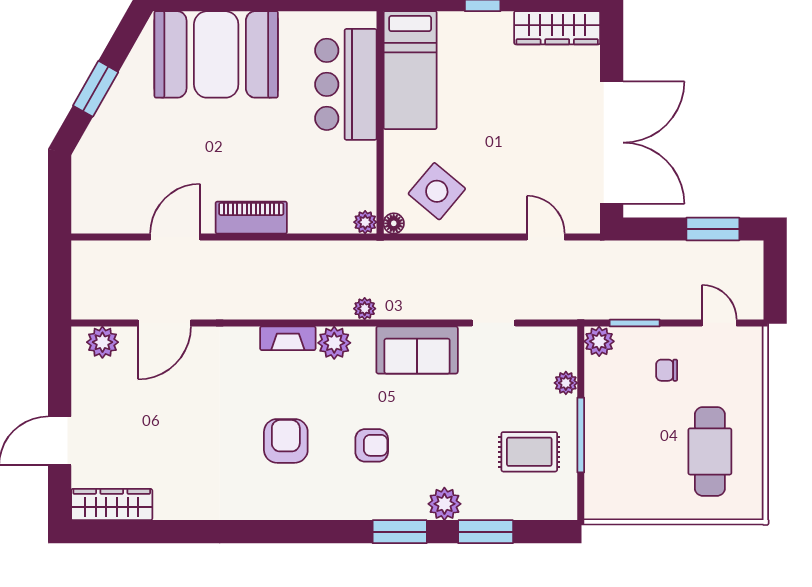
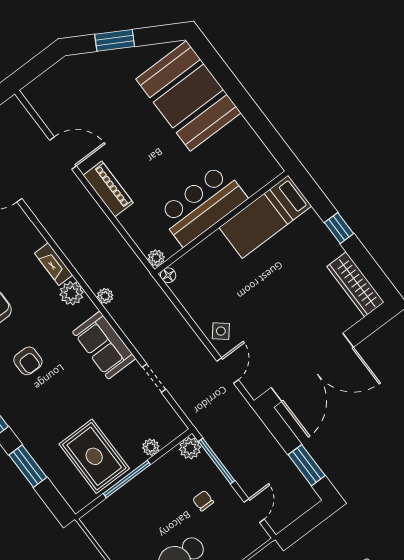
bar counter: (346, 84) -> (202, 205), moved
side table: (437, 191) -> (221, 331), moved, width x0.54, depth x0.54
window: (635, 323) -> (217, 461), width x1.44
rug: (529, 452) -> (94, 456), width x1.36, depth x1.43
plant: (444, 504) -> (26, 430), removed

